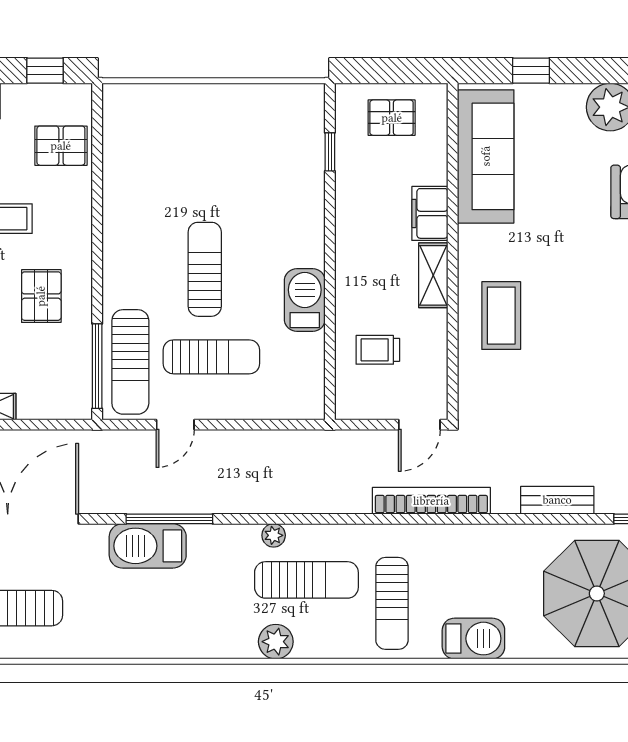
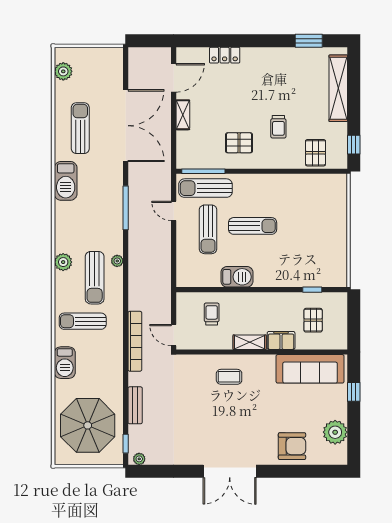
pallet: (392, 118) -> (313, 320), moved
coffee table: (501, 316) -> (229, 377), width x0.73, depth x0.77
barbecue: (148, 546) -> (66, 181), moved, turned 180

